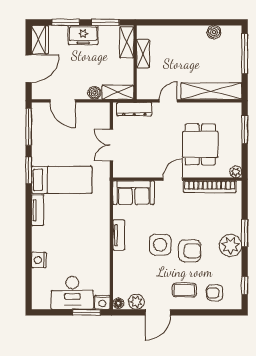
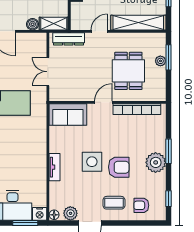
plant: (236, 172) -> (160, 61), moved
tv unit: (119, 235) -> (55, 167), moved

